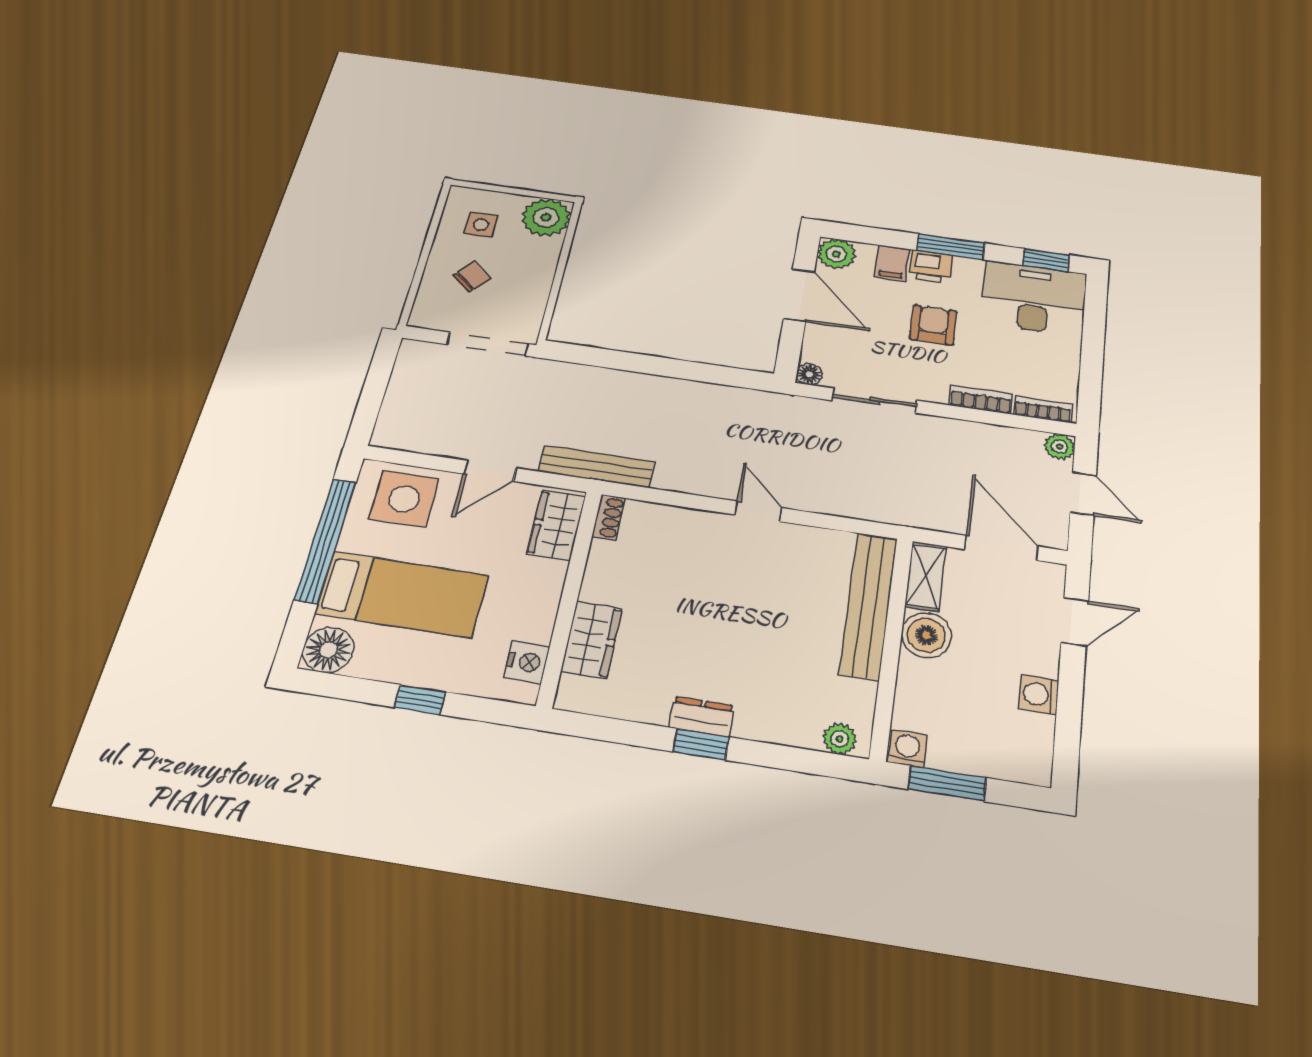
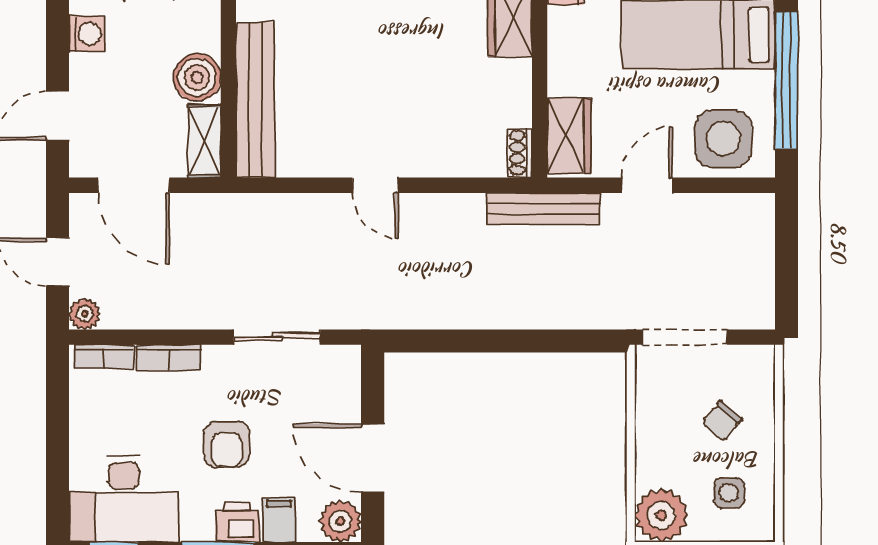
floor lamp: (809, 374) -> (348, 358), removed

